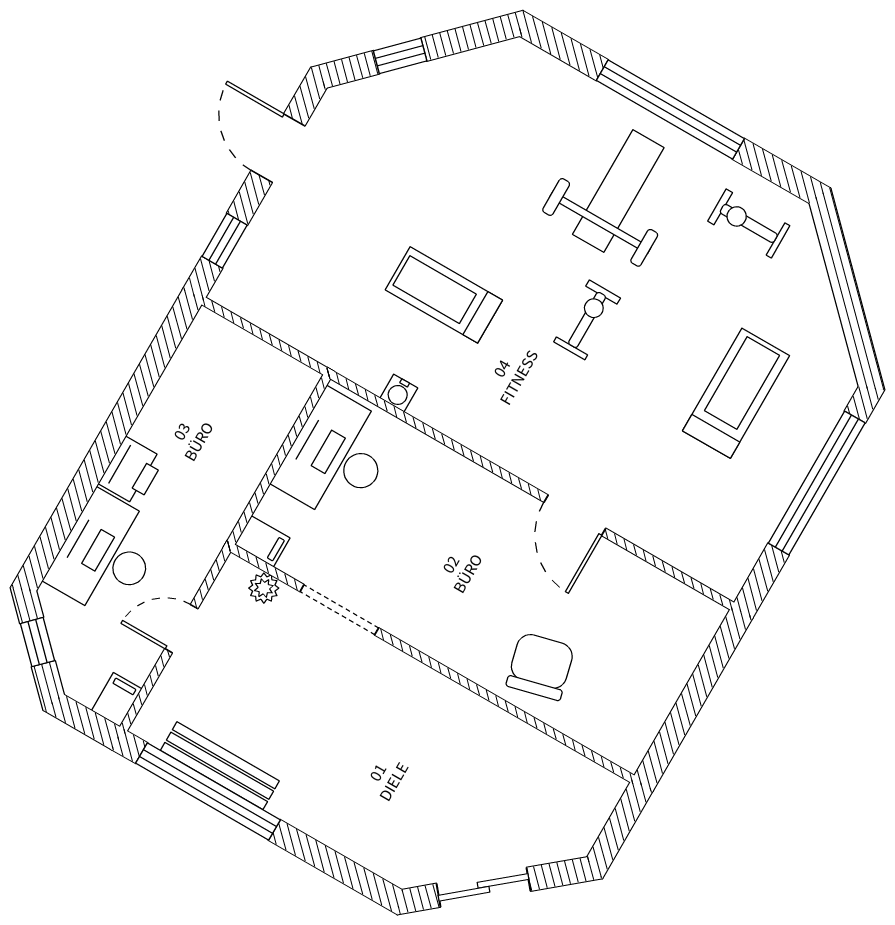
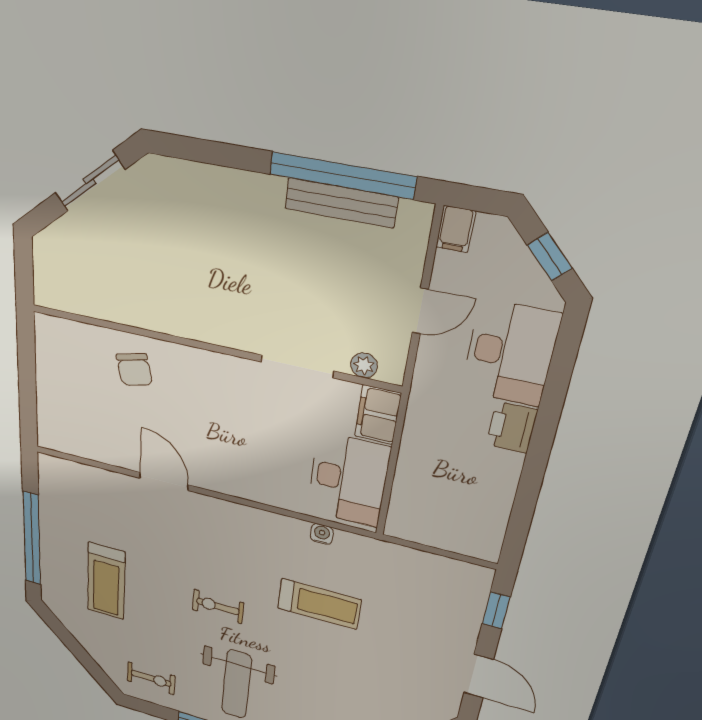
exercise bike: (587, 320) -> (218, 606), turned 90
filing cabinet: (262, 541) -> (378, 415), width x2.00
chair: (540, 666) -> (134, 370), width x0.73, depth x0.73

